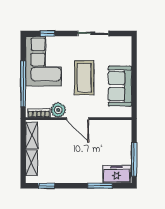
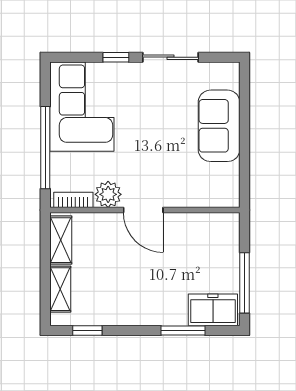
window: (47, 33) -> (116, 57), moved
coffee table: (84, 78) -> (155, 137), removed
sofa: (120, 86) -> (219, 126), moved

